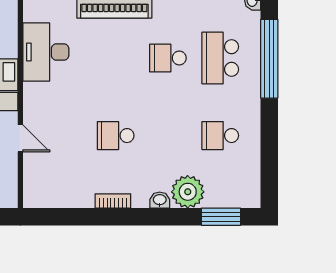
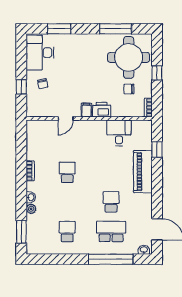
desk: (46, 52) -> (119, 133), width x0.73
plant: (188, 192) -> (31, 209), width x0.53, depth x0.53

